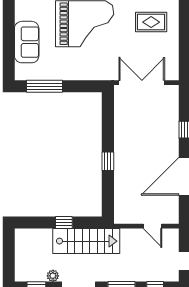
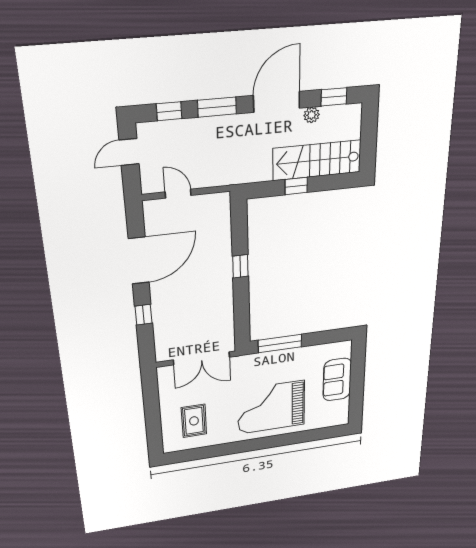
rug: (151, 22) -> (194, 421), turned 90
window: (45, 86) -> (280, 344), moved
stairs: (86, 241) -> (317, 160), moved

